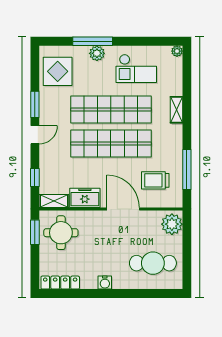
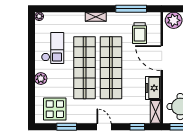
window: (93, 41) -> (31, 82), removed
window: (35, 104) -> (67, 127), moved
shelving: (177, 110) -> (96, 17), moved
door: (123, 209) -> (162, 58), hinge flipped

